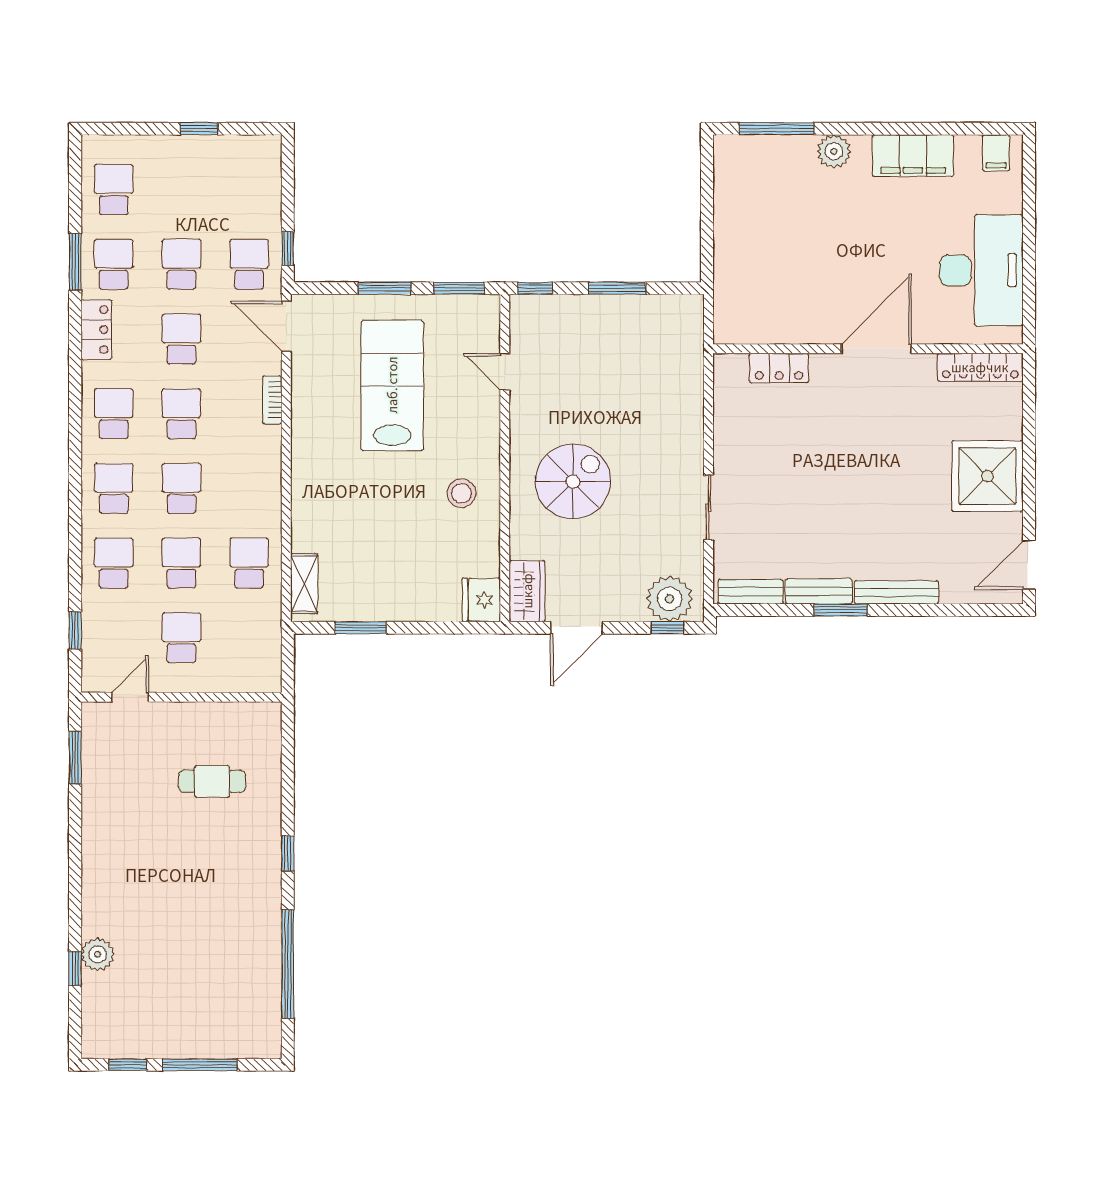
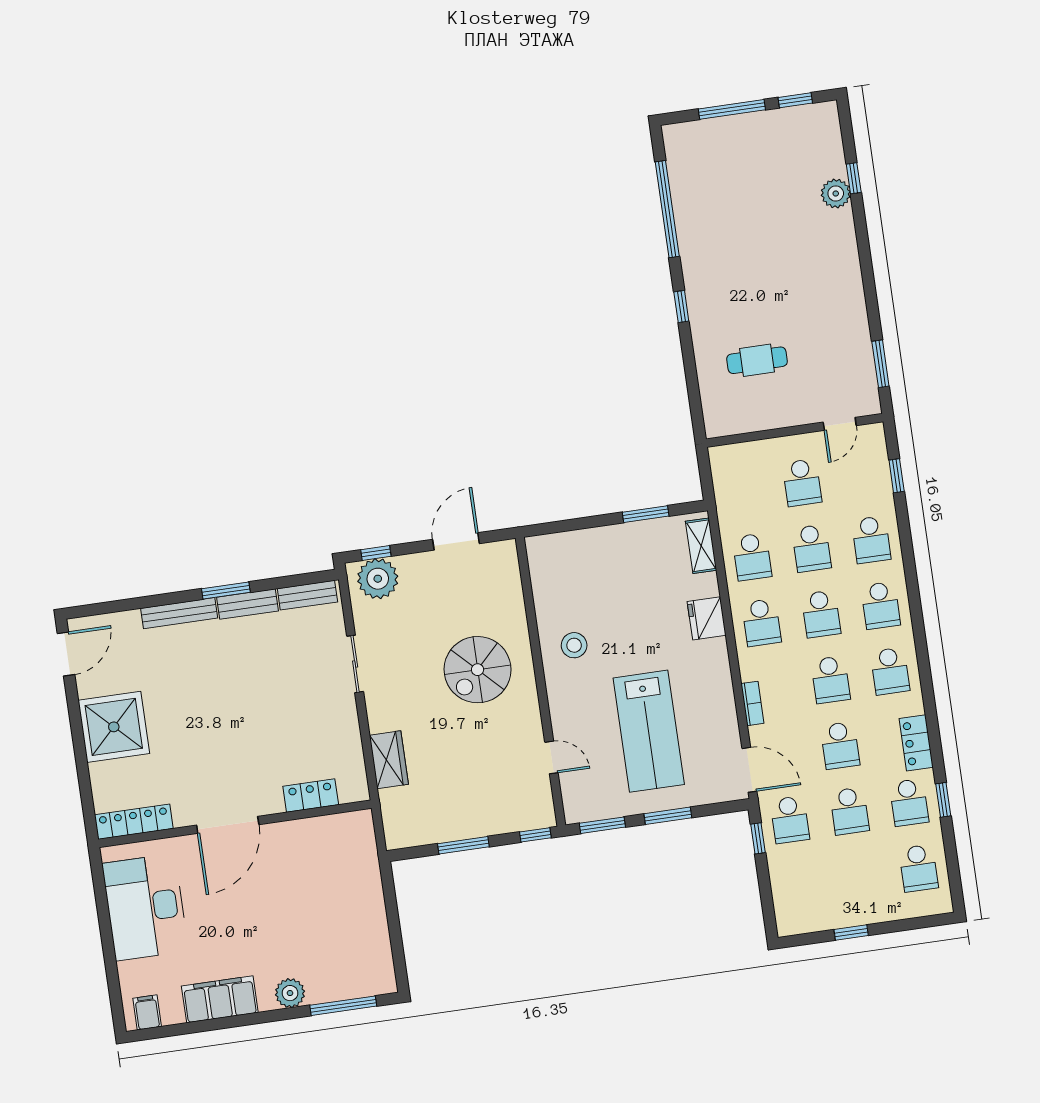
window: (75, 262) -> (943, 800), width x0.67
school desk: (249, 488) -> (761, 623), added
wardrobe: (527, 591) -> (389, 760), moved, turned 180
fridge: (481, 600) -> (707, 618), moved, turned 180

